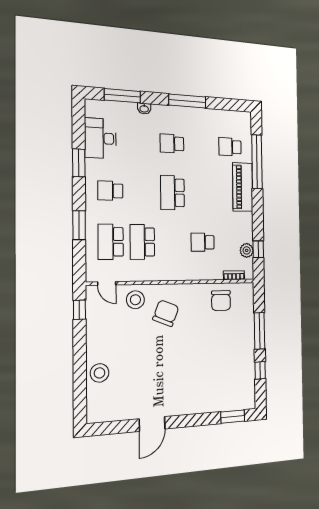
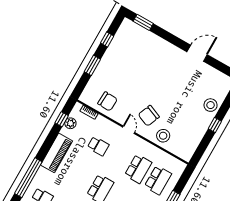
piano: (243, 187) -> (56, 153), moved
door: (107, 283) -> (129, 130), moved
chair: (221, 301) -> (108, 101), turned 93
window: (79, 310) -> (215, 125), moved
window: (260, 331) -> (92, 65), width x0.69

